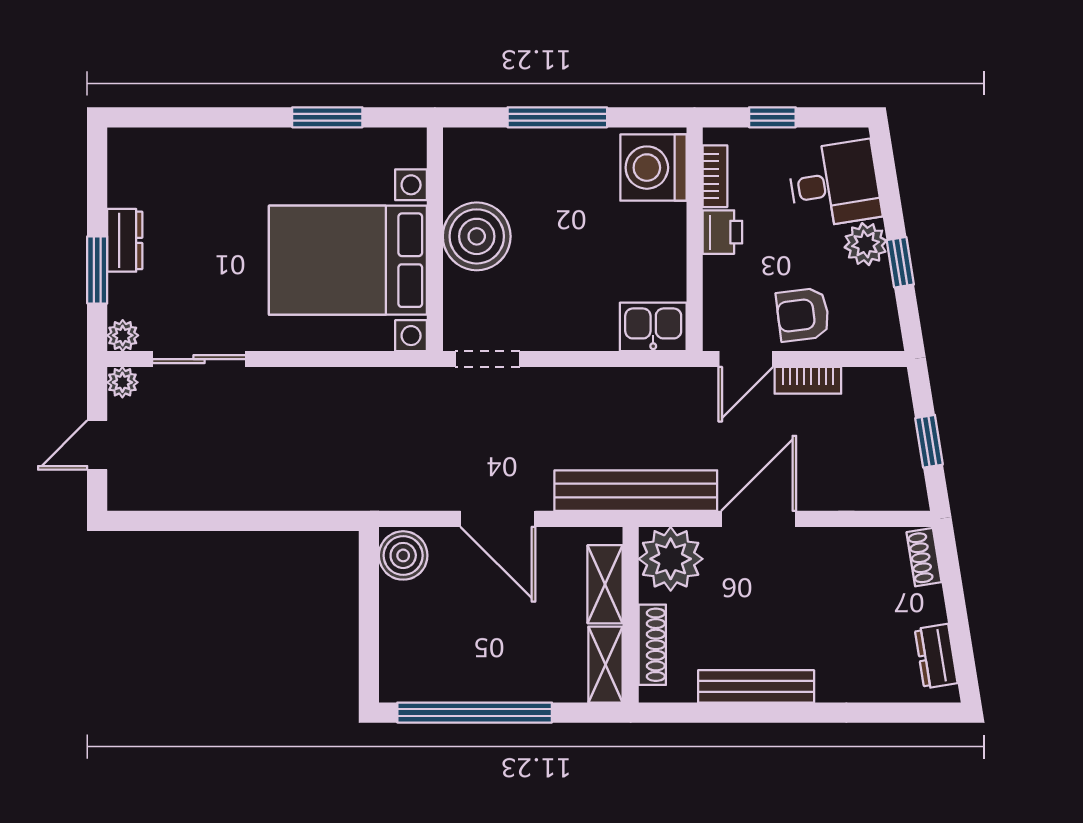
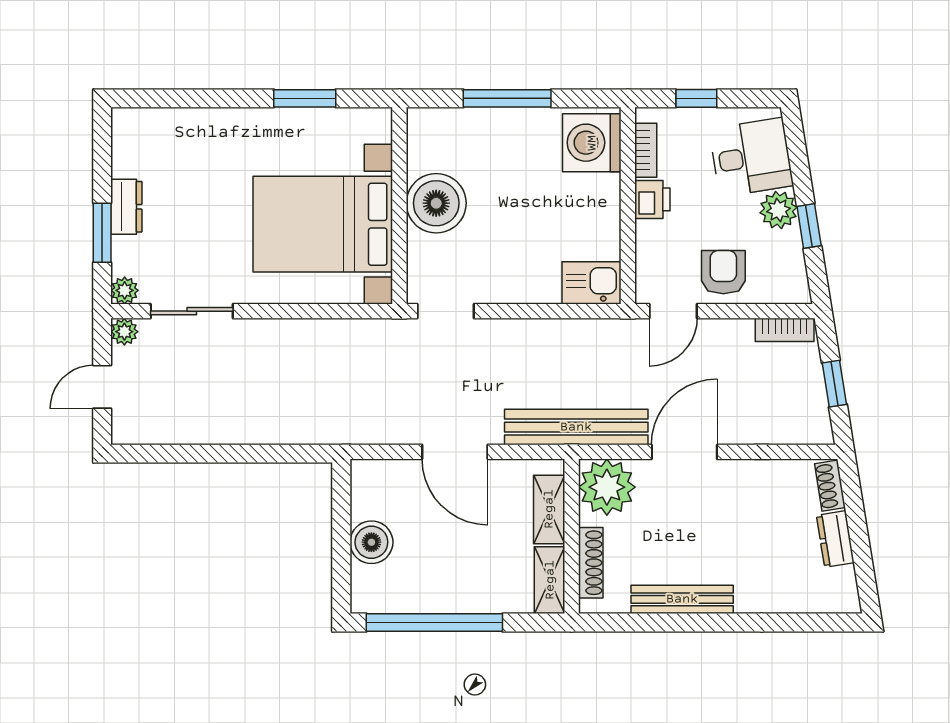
armchair: (803, 315) -> (723, 272), turned 97
bookcase: (808, 380) -> (785, 330), moved
boiler: (403, 555) -> (371, 542), moved
dresser: (936, 656) -> (835, 539), moved

